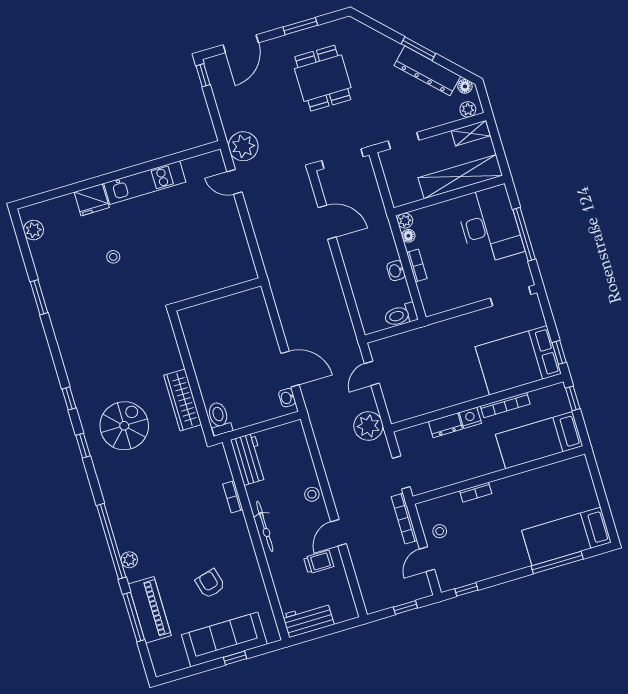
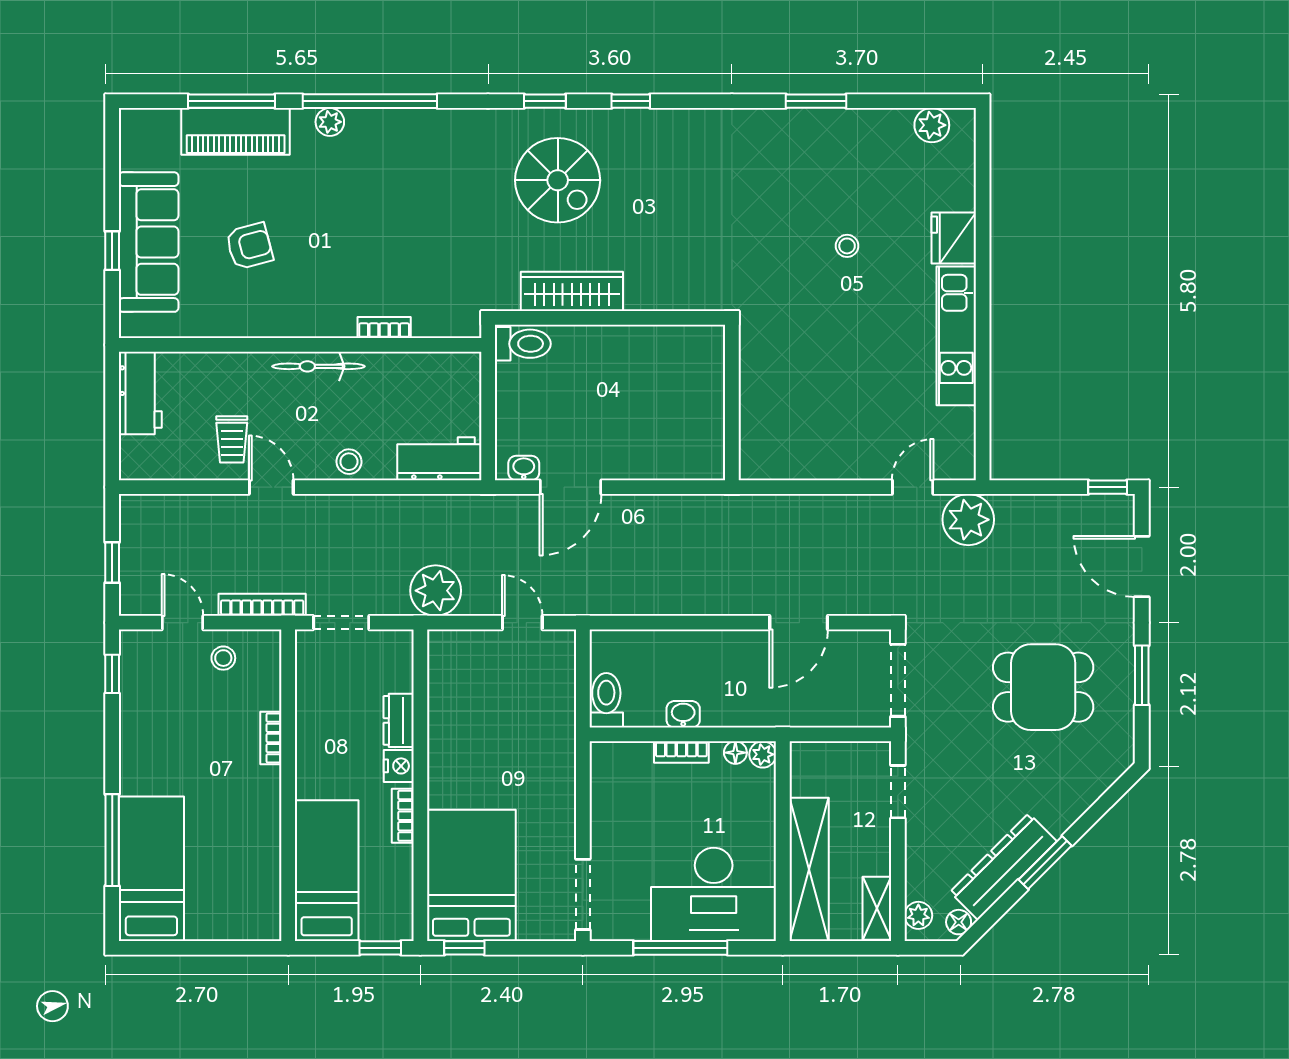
bookcase: (505, 405) -> (403, 816), width x0.64
workbench: (249, 459) -> (439, 459), moved, turned 180

